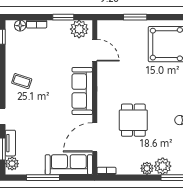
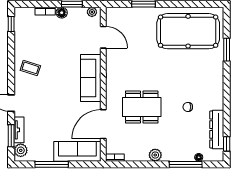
floor lamp: (20, 26) -> (62, 13), moved
plant: (79, 29) -> (92, 12), width x0.53, depth x0.53
dining table: (133, 120) -> (142, 107), width x1.38
plant: (163, 166) -> (171, 153), removed

